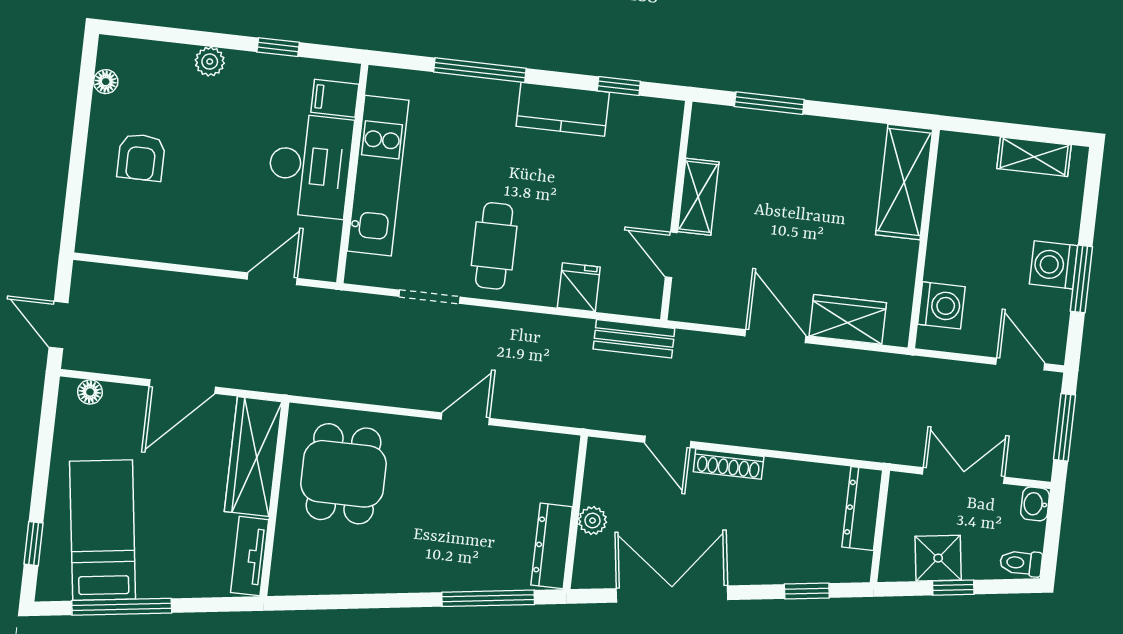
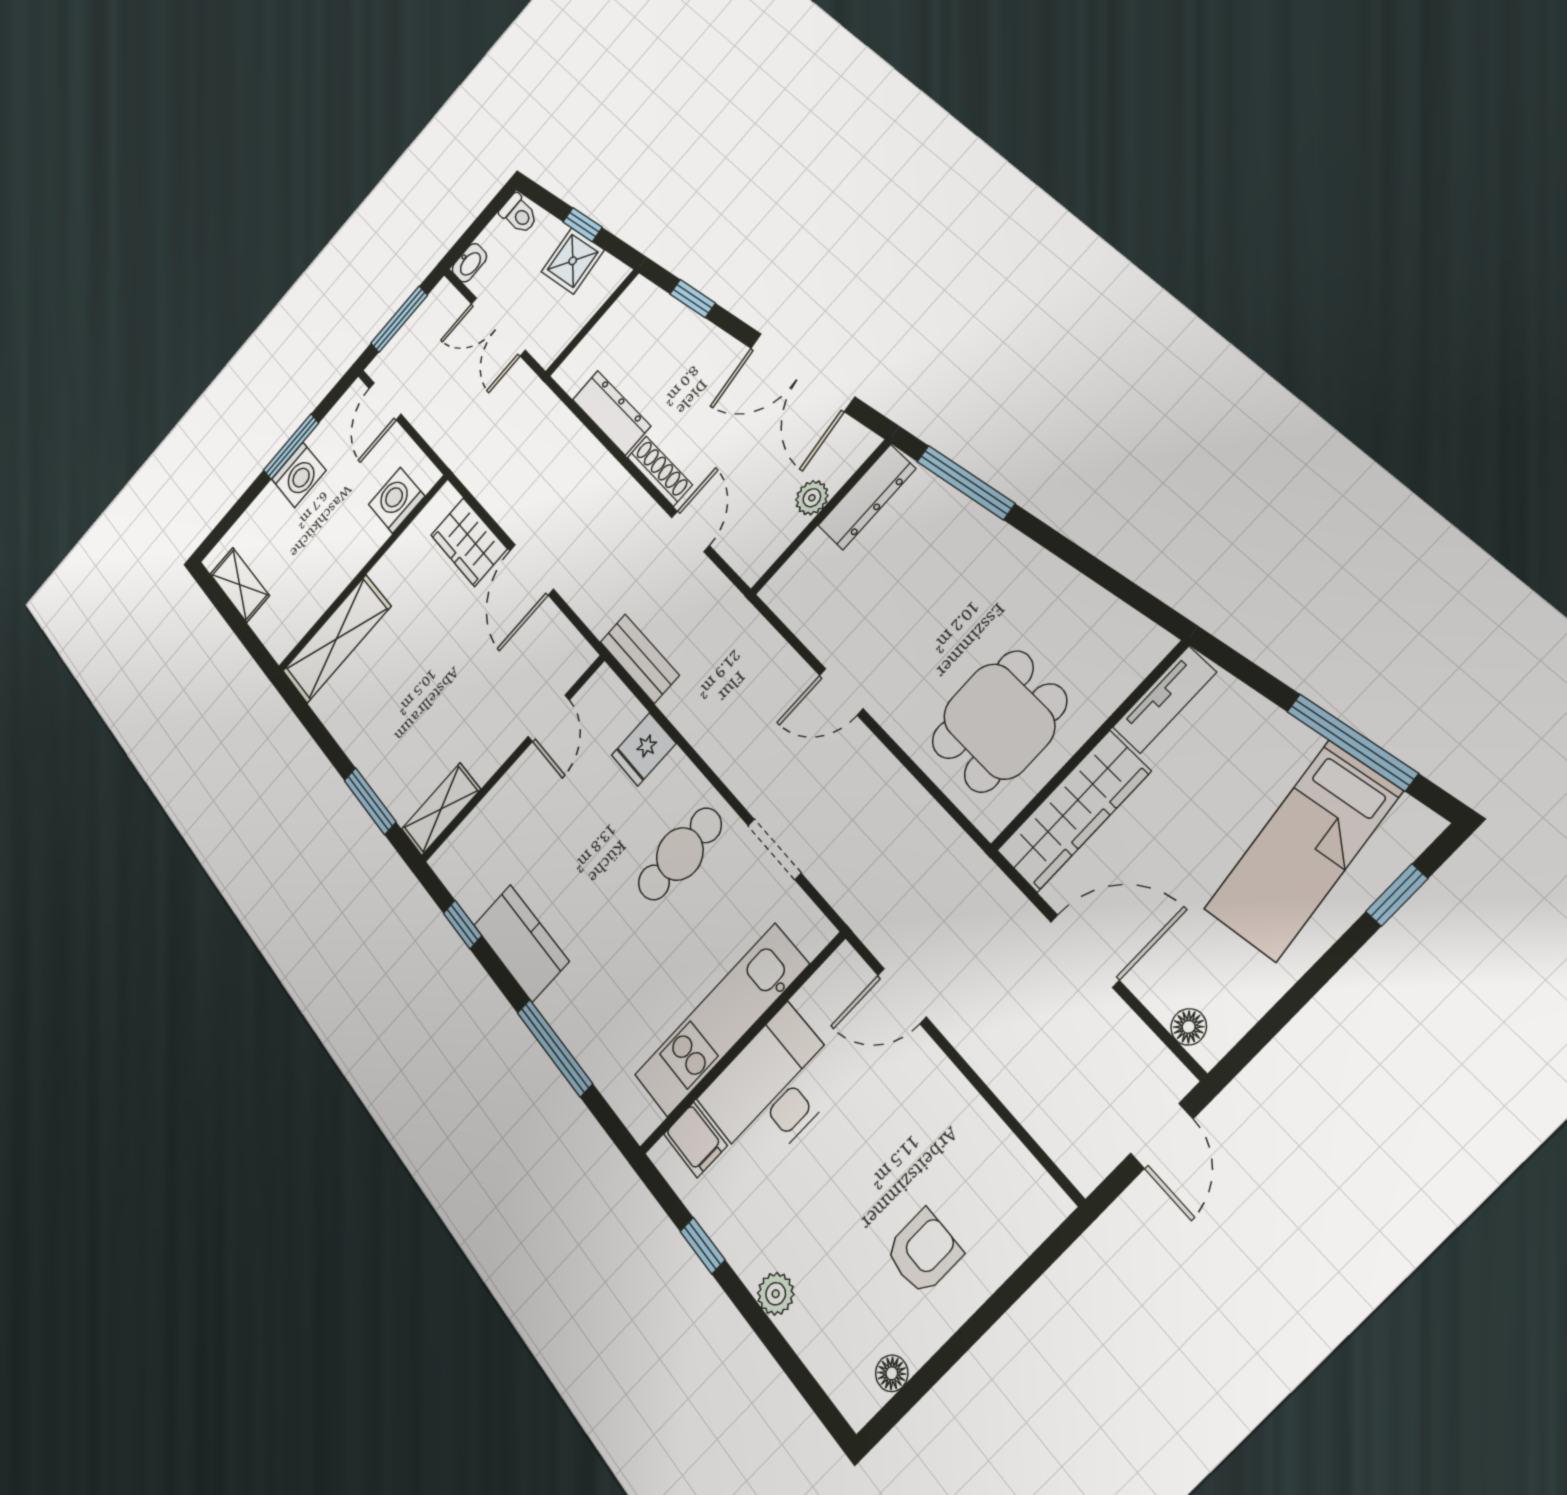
shelving: (698, 197) -> (441, 809), moved
dresser: (862, 509) -> (611, 413), moved, turned -90

